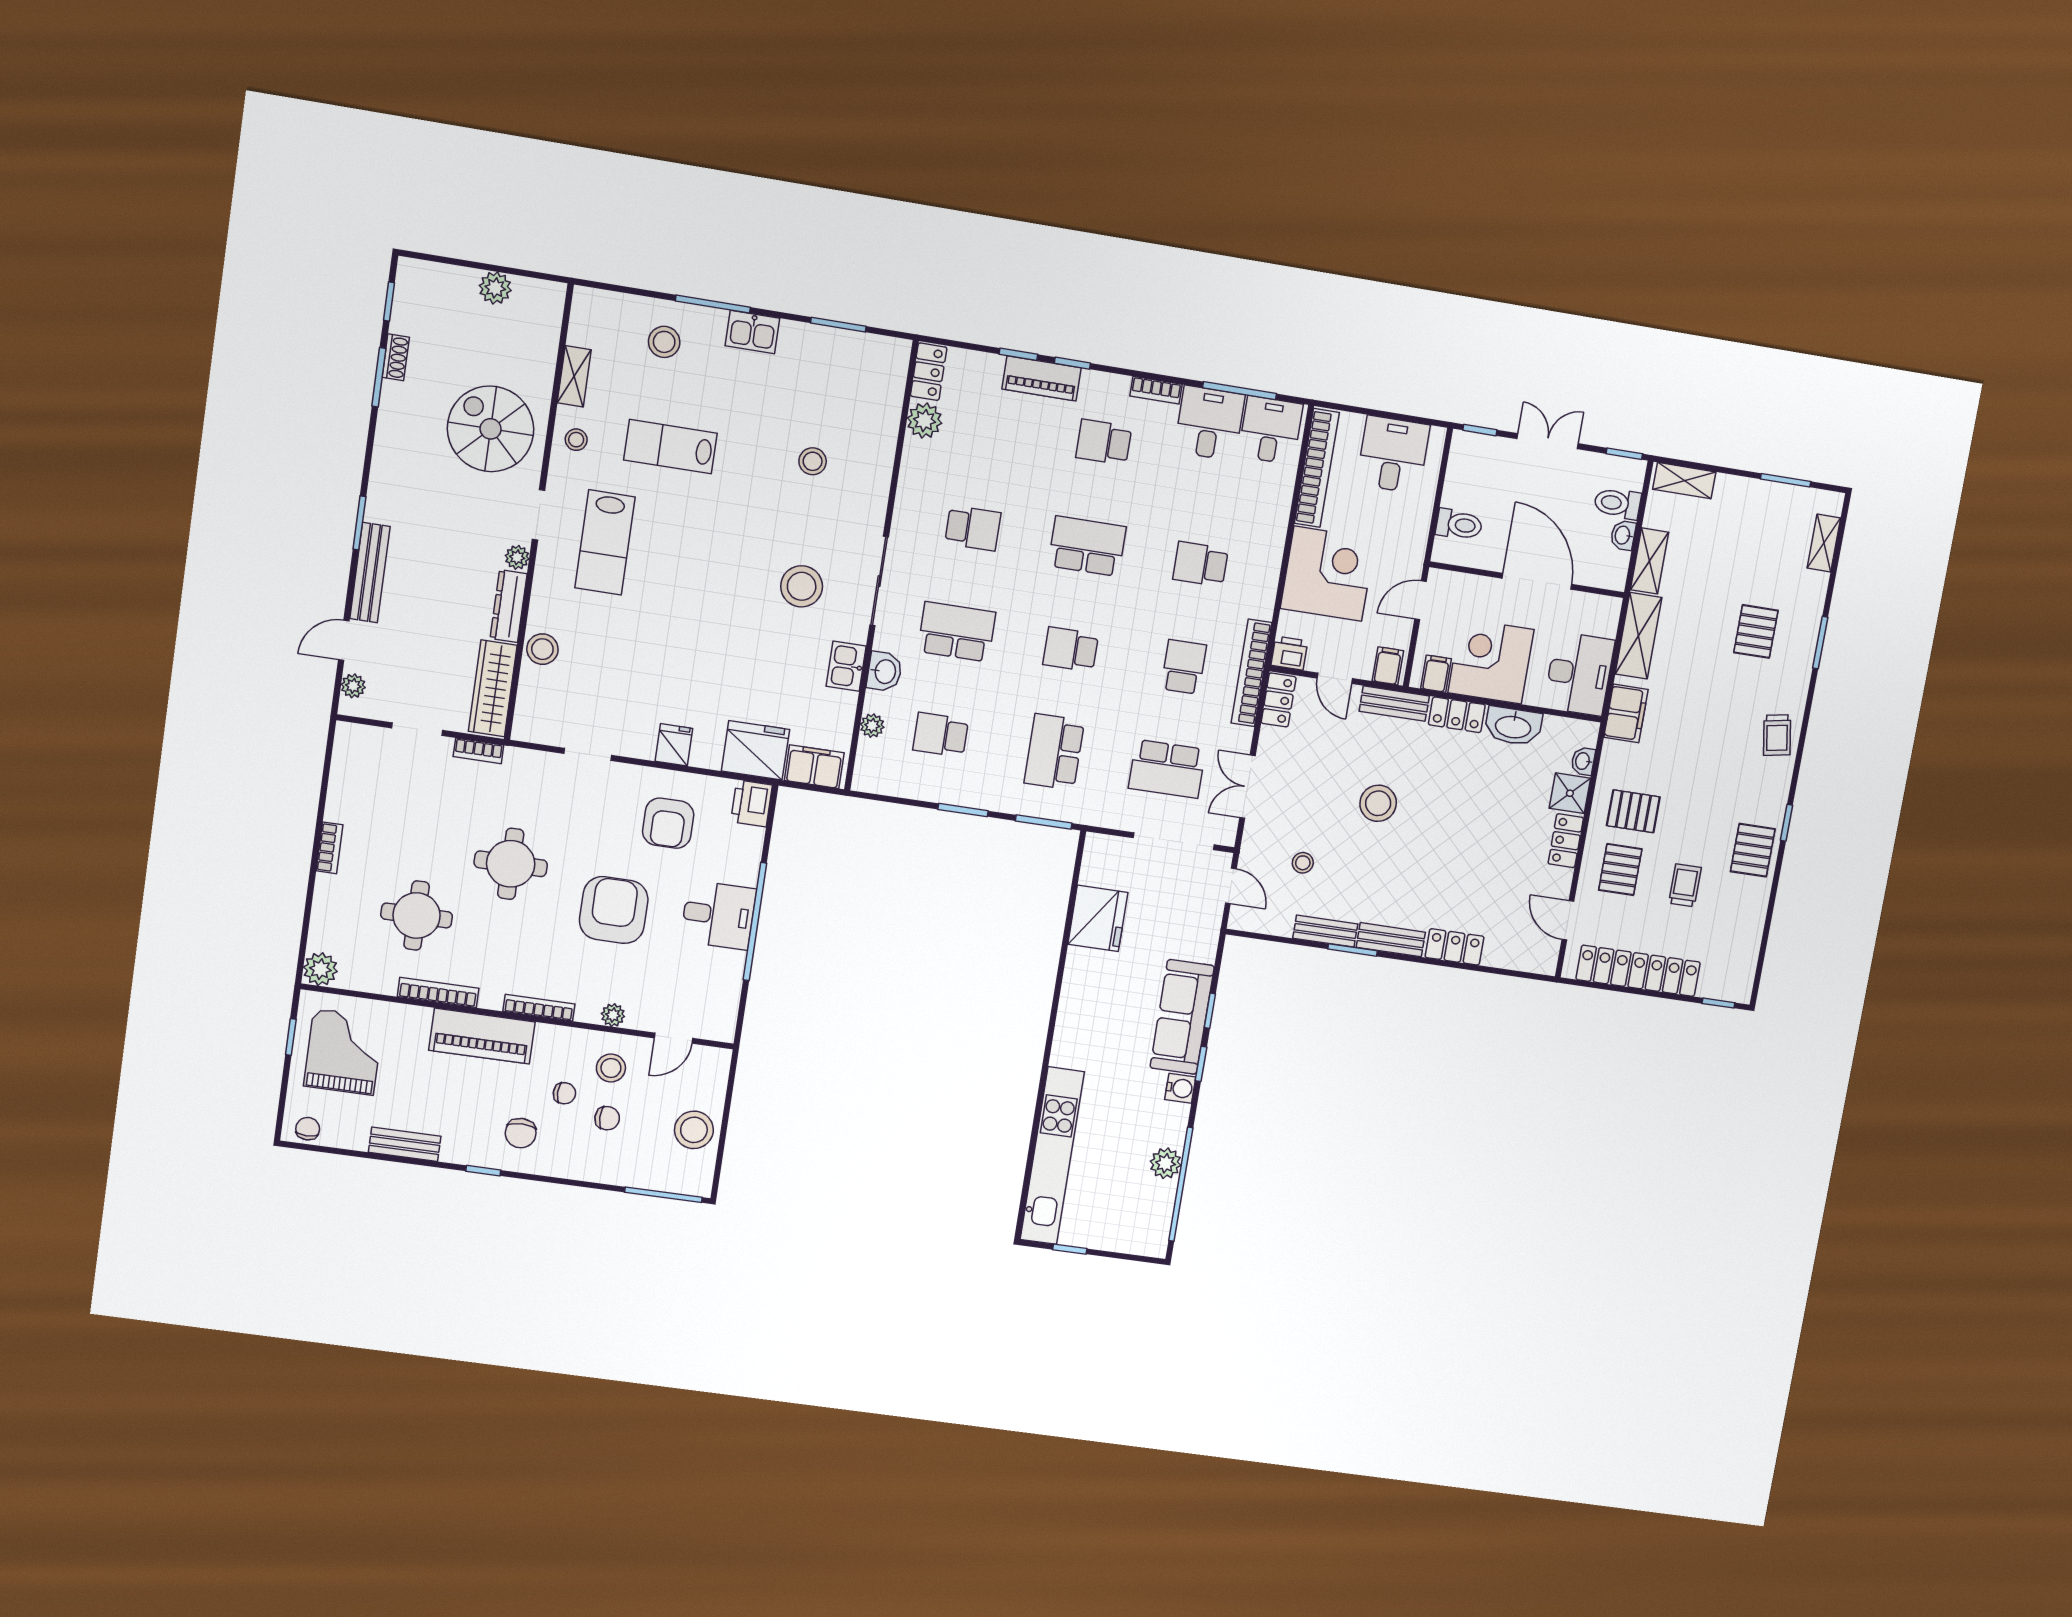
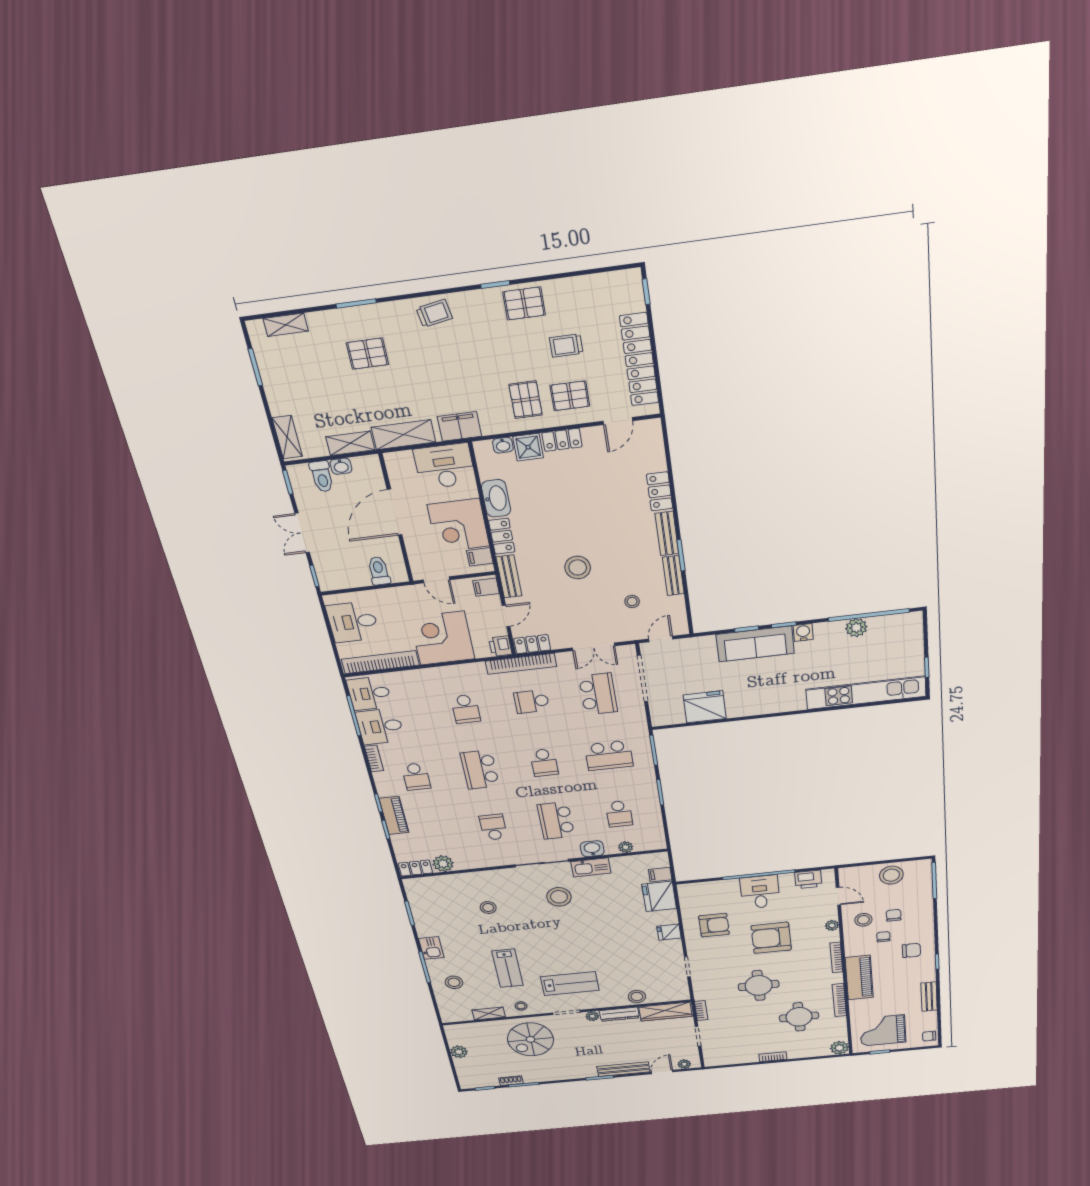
door: (344, 640) -> (662, 1072), swing flipped
kitchen sink: (846, 666) -> (591, 867), width x1.38
filing cabinet: (814, 767) -> (660, 875), width x0.50
printer: (752, 803) -> (808, 879), moved

